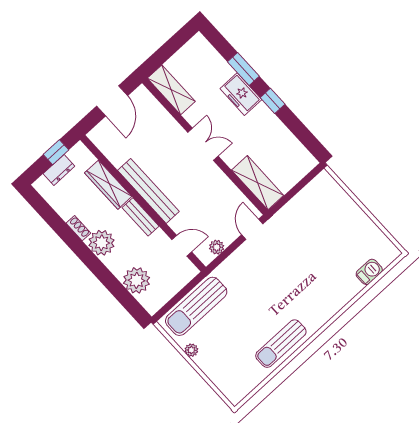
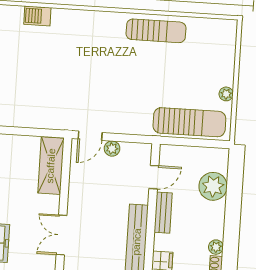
bench: (140, 217) -> (163, 213), moved
plant: (102, 243) -> (216, 247), width x0.53, depth x0.53
door: (182, 246) -> (154, 177), swing flipped
plant: (217, 247) -> (112, 149), moved

